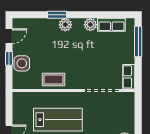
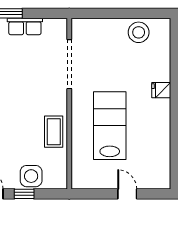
row of seats: (129, 77) -> (25, 26), moved

